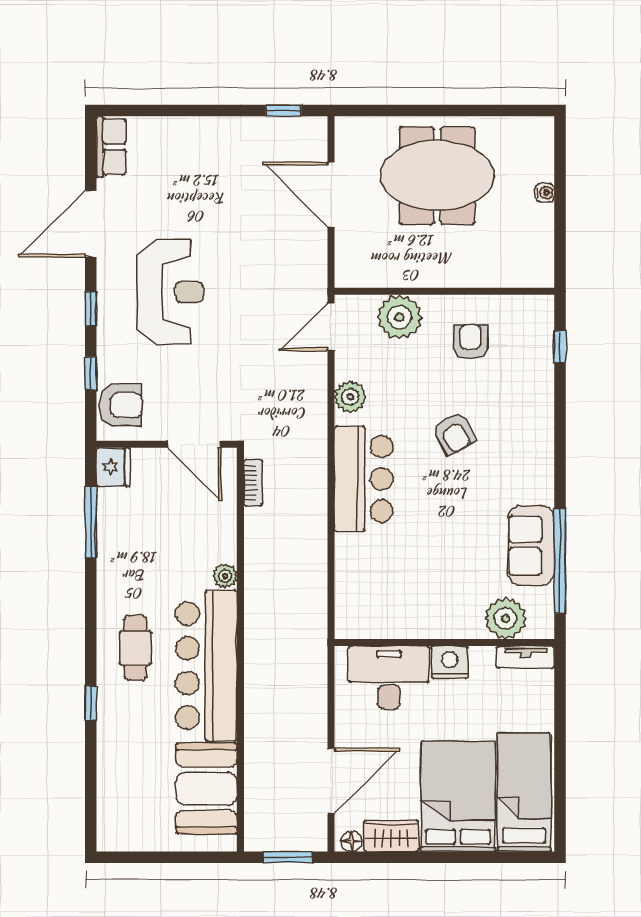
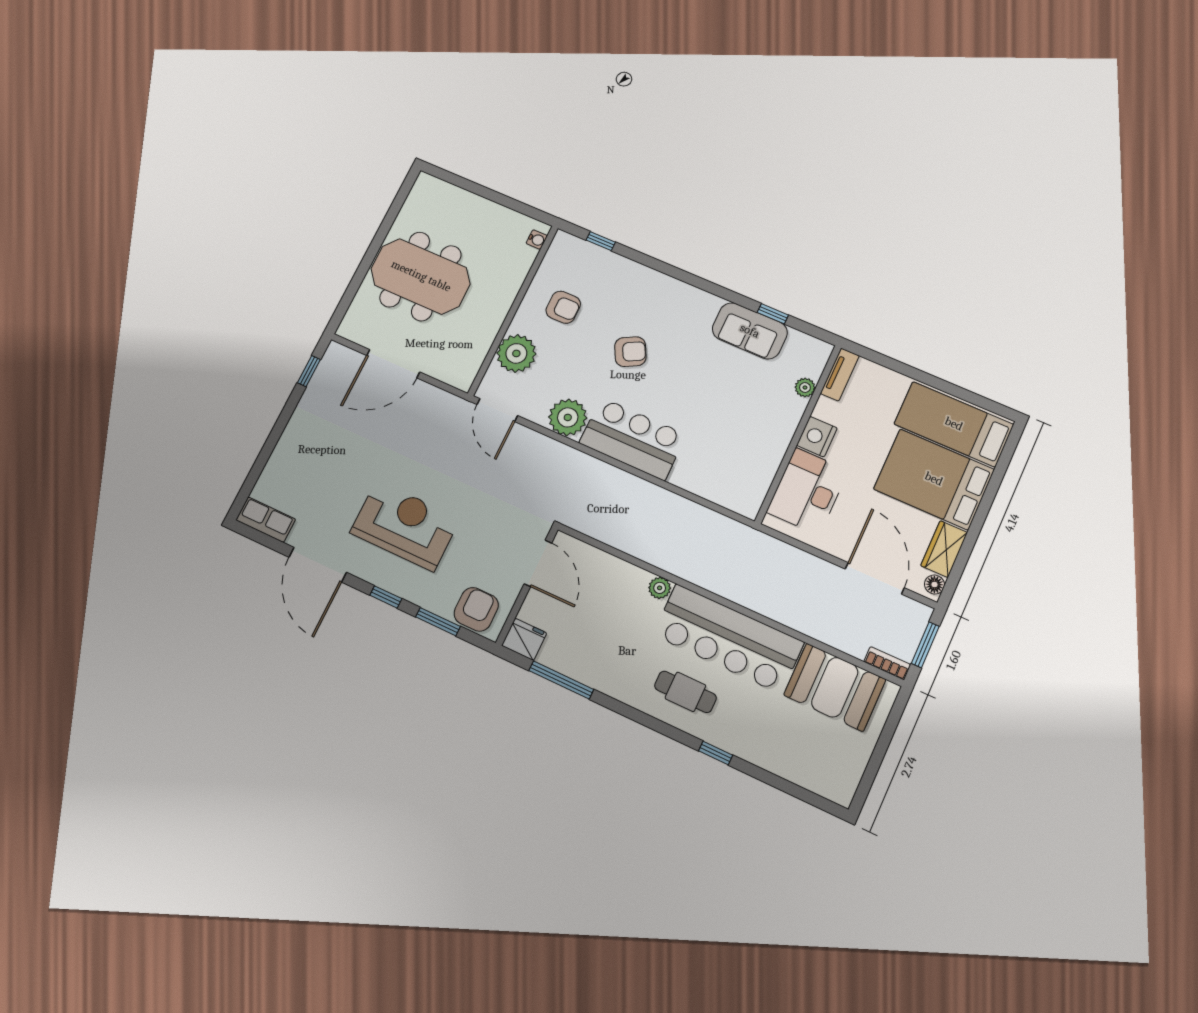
meeting table: (437, 176) -> (421, 276), turned 90
water cooler: (545, 193) -> (537, 240), moved, turned 90
armchair: (471, 342) -> (563, 307), turned 180
window: (91, 373) -> (438, 622), width x1.50
plant: (350, 397) -> (568, 417), width x1.36, depth x1.36
door: (194, 444) -> (538, 563), hinge flipped
bookcase: (253, 483) -> (887, 663), moved
window: (560, 561) -> (773, 314), width x0.32
plant: (506, 618) -> (805, 388), width x0.53, depth x0.53

